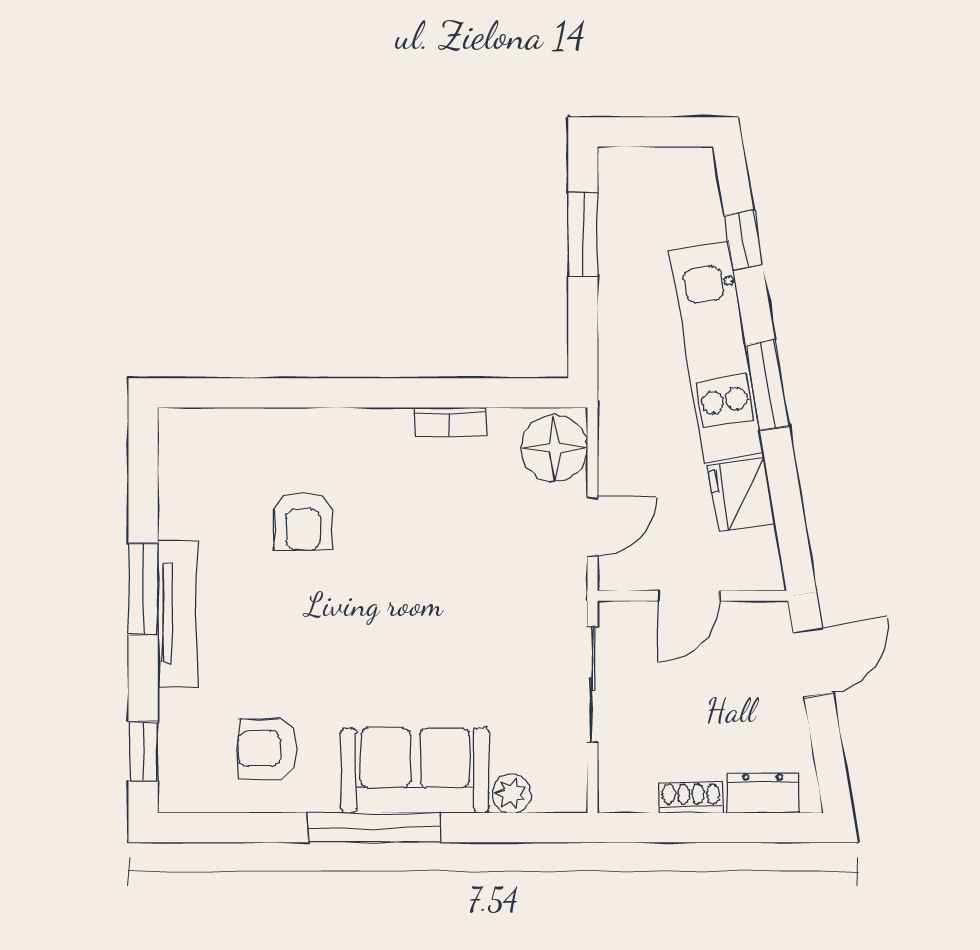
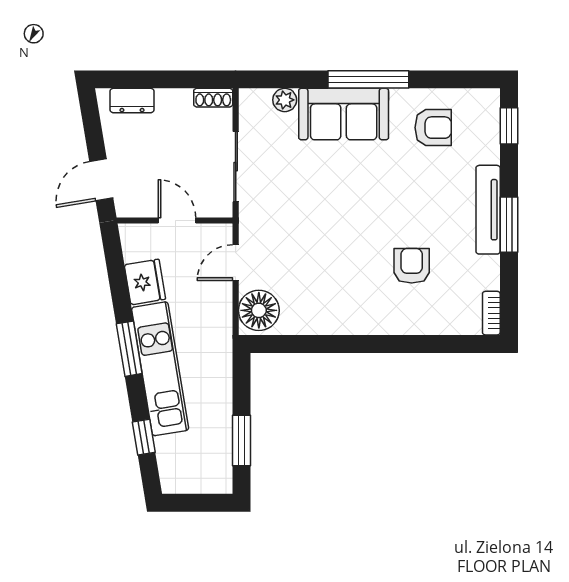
bookcase: (450, 422) -> (491, 313), moved, turned -90
door: (689, 596) -> (177, 220), hinge flipped
shoe rack: (691, 798) -> (213, 98), moved

